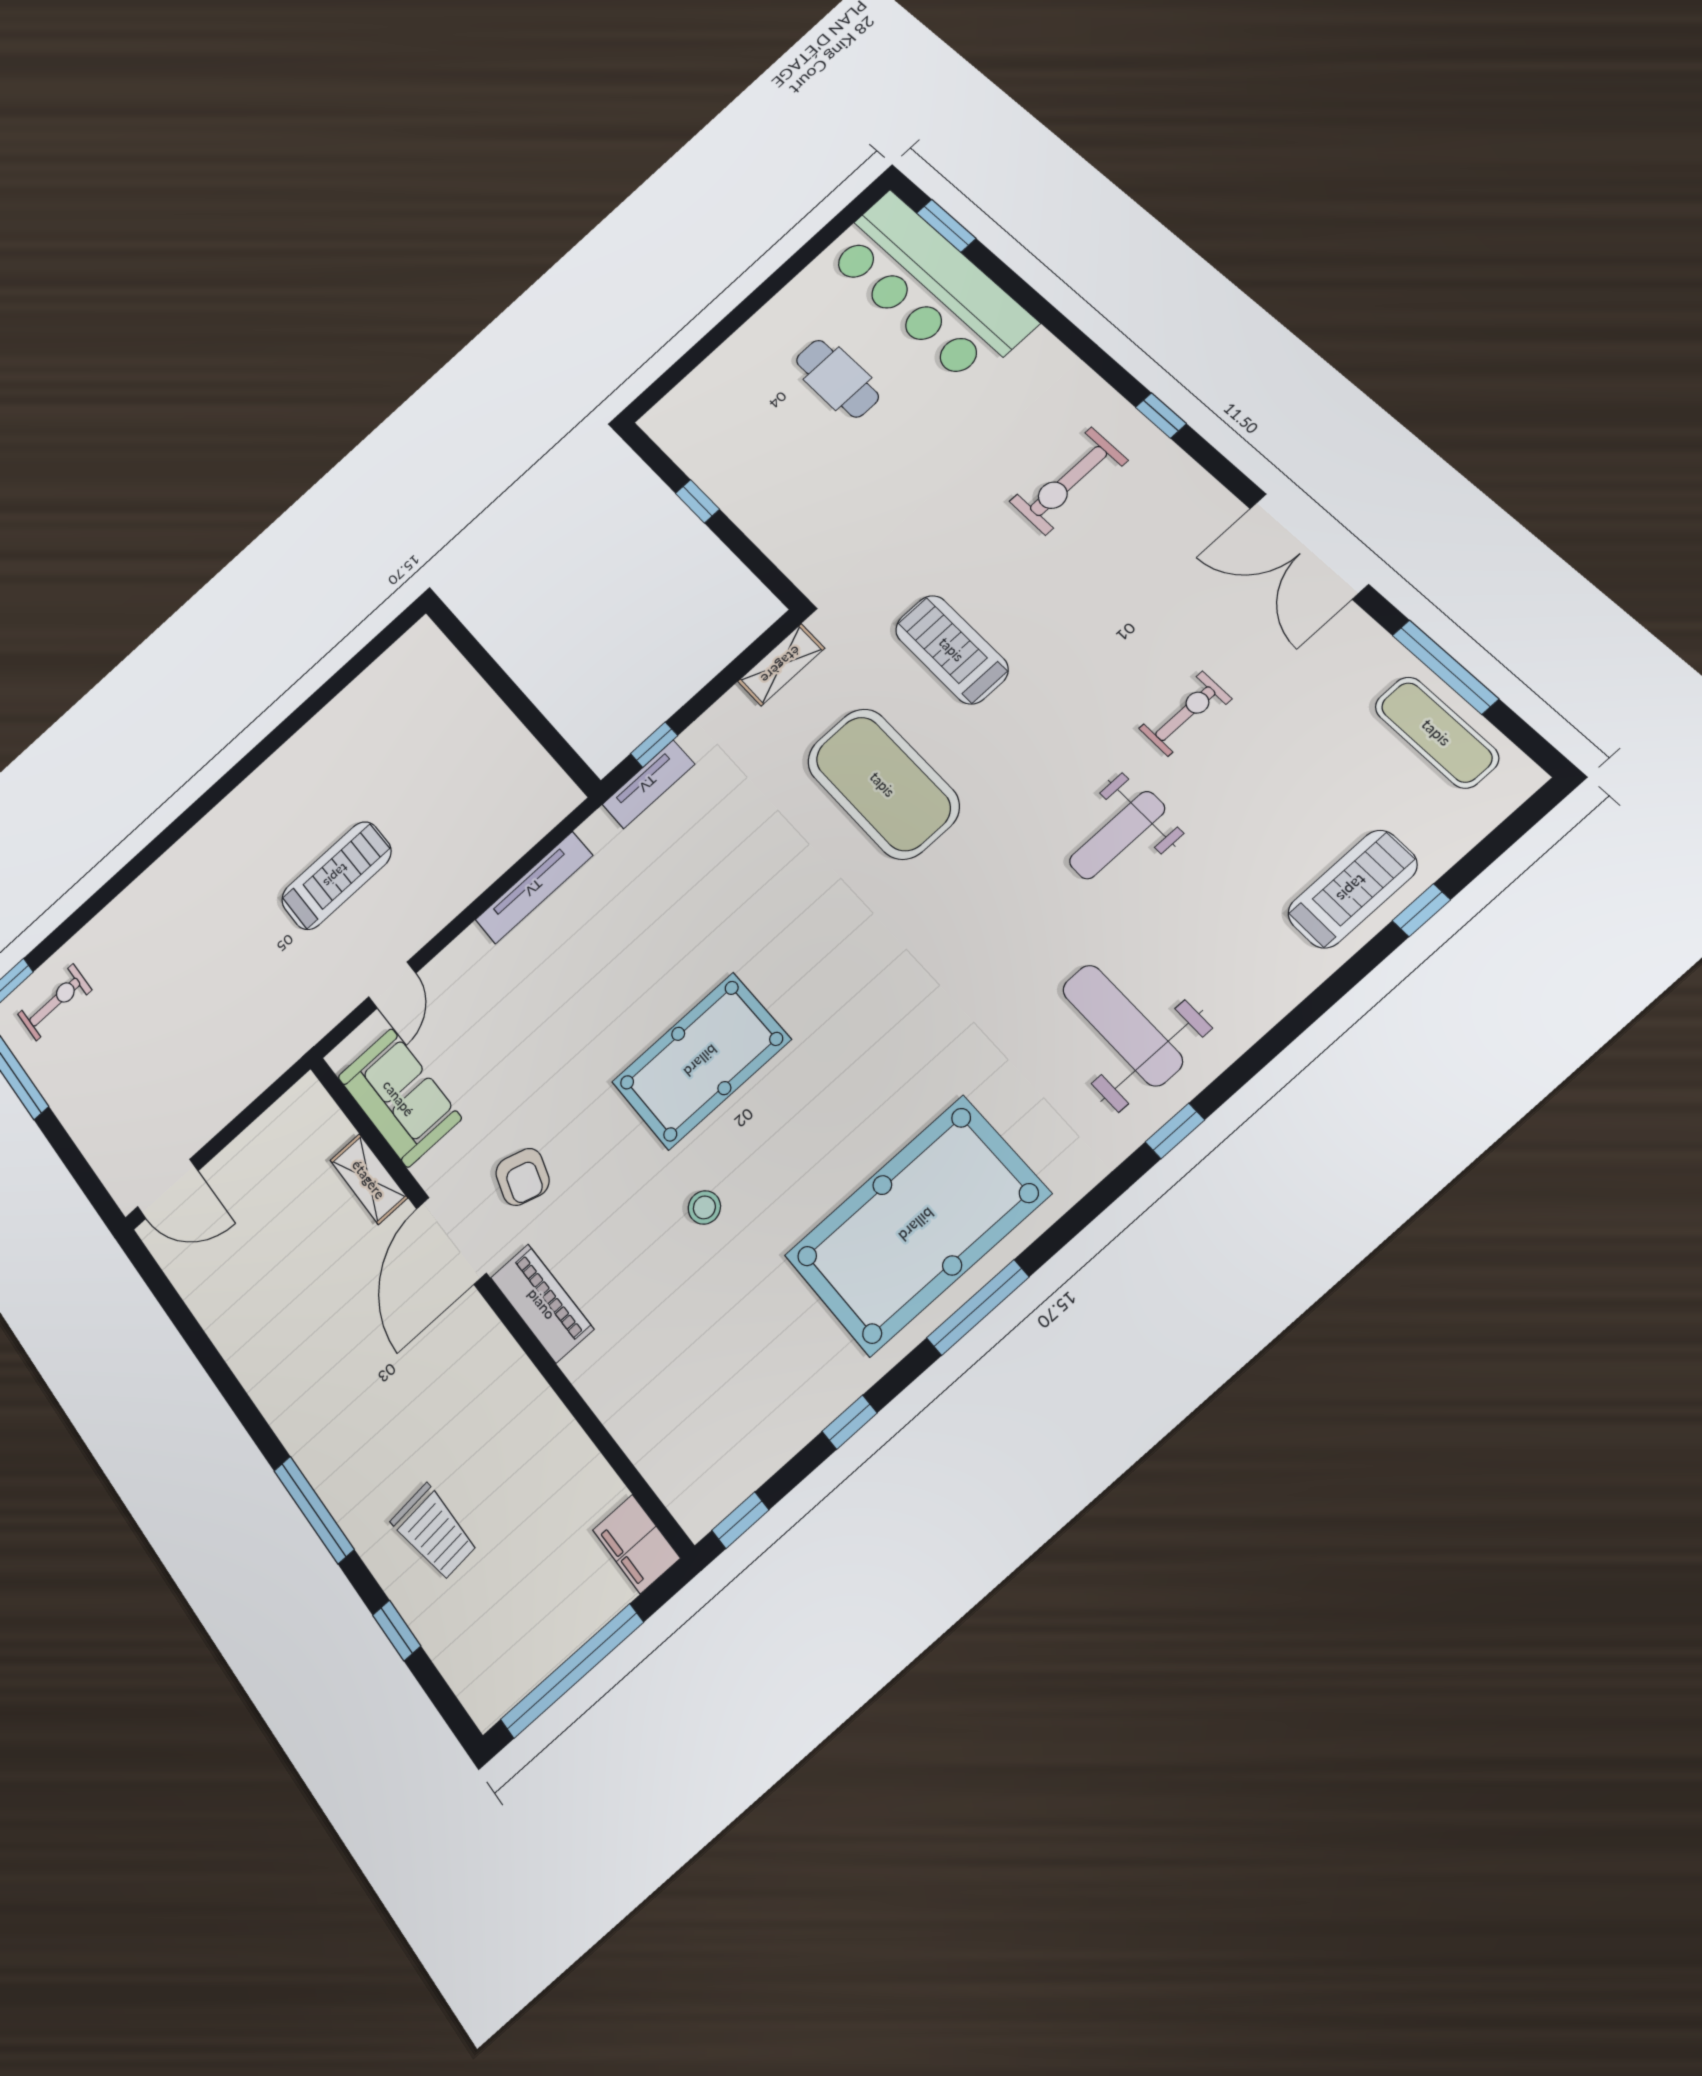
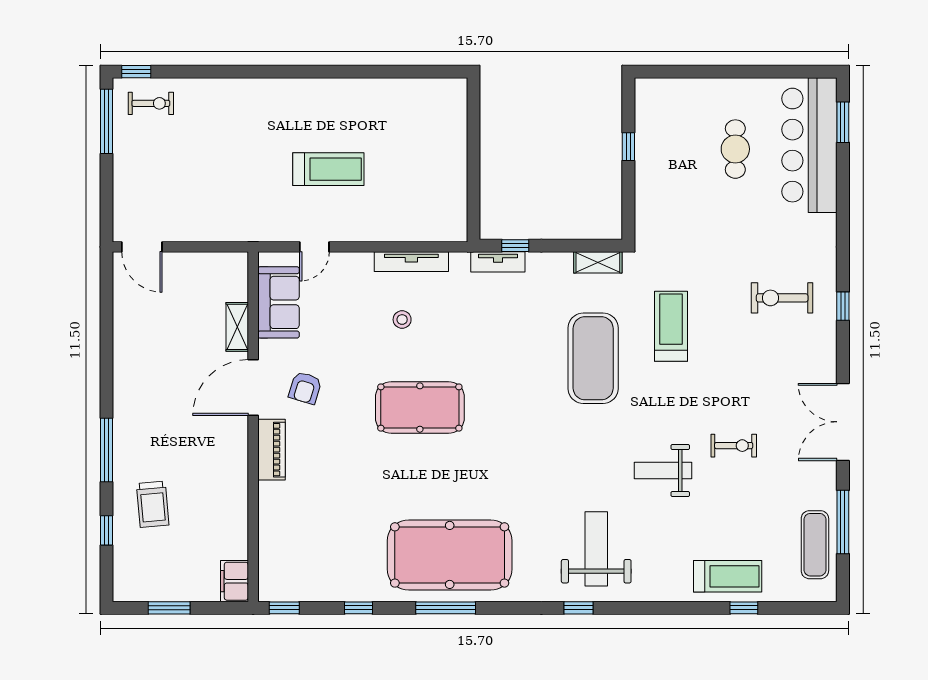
stool: (704, 1207) -> (402, 320), moved
window: (572, 1671) -> (169, 608), width x0.47

